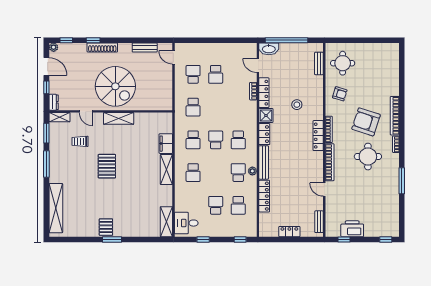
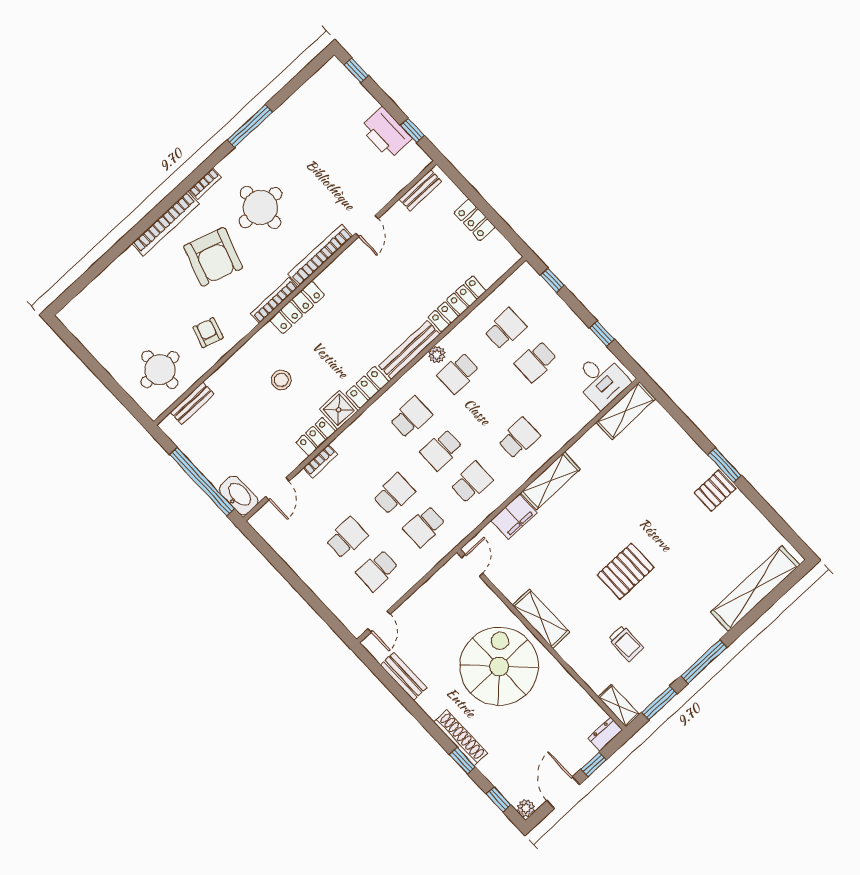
locker: (264, 93) -> (316, 437), width x0.66
school desk: (193, 107) -> (424, 526), turned 180
school desk: (216, 107) -> (394, 494), added
door: (86, 111) -> (472, 565), moved

